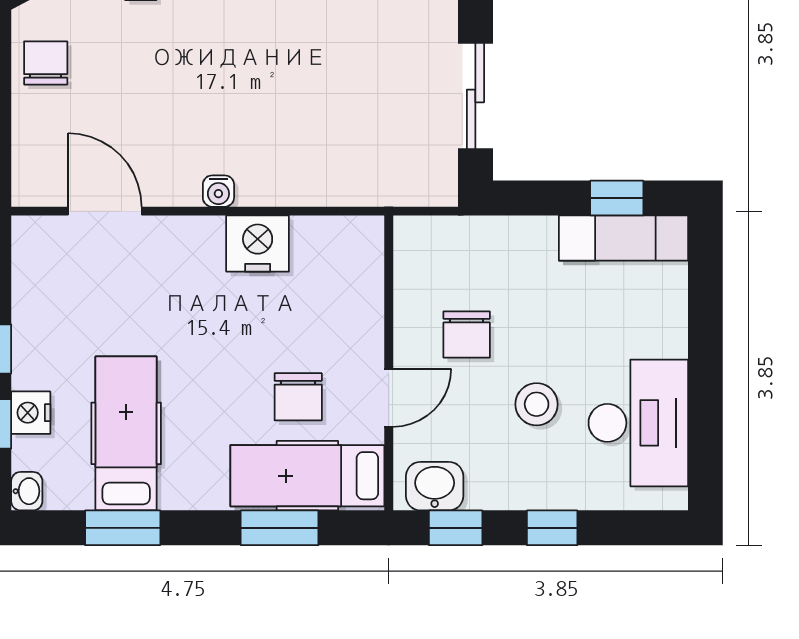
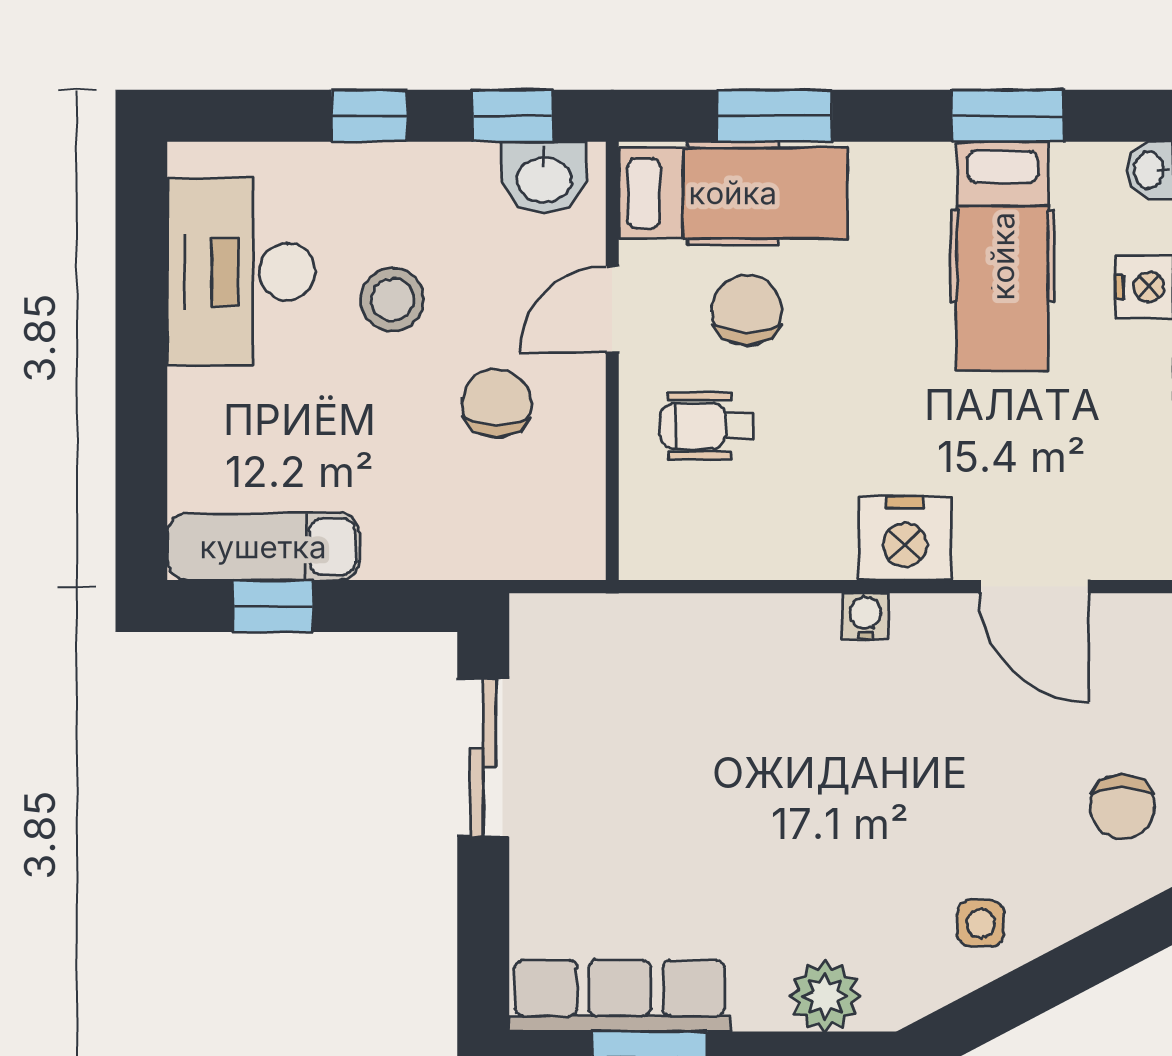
nightstand: (258, 244) -> (905, 538), moved
wheelchair: (325, 319) -> (707, 426), added

